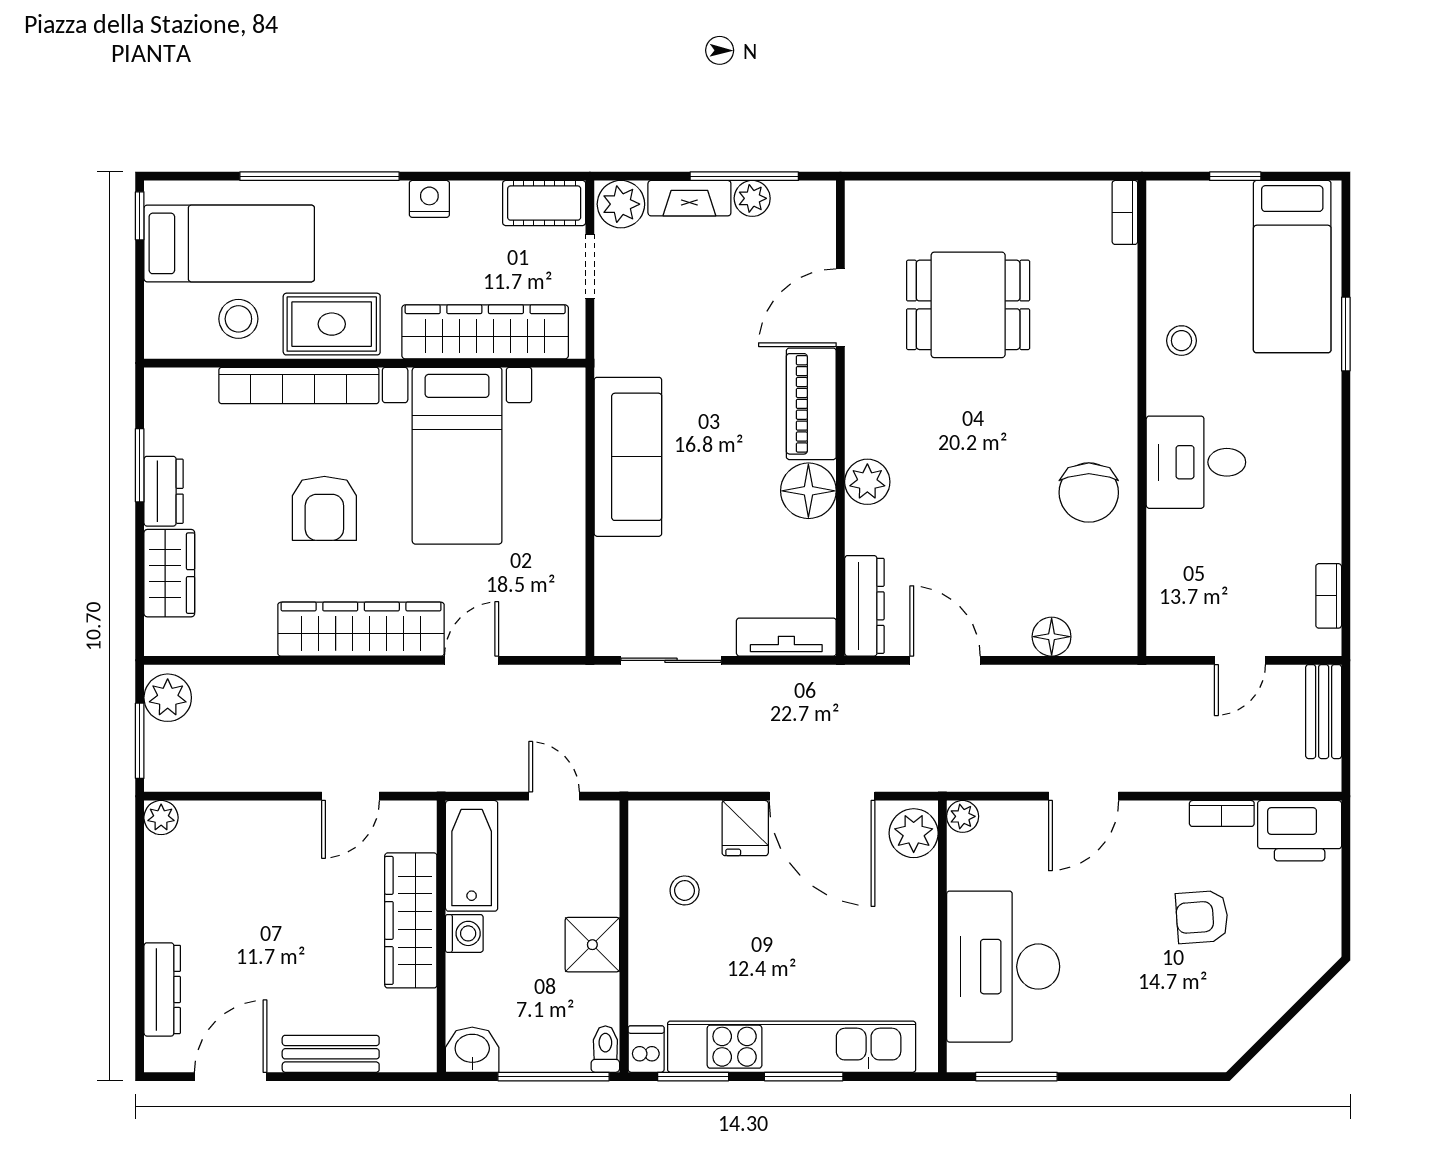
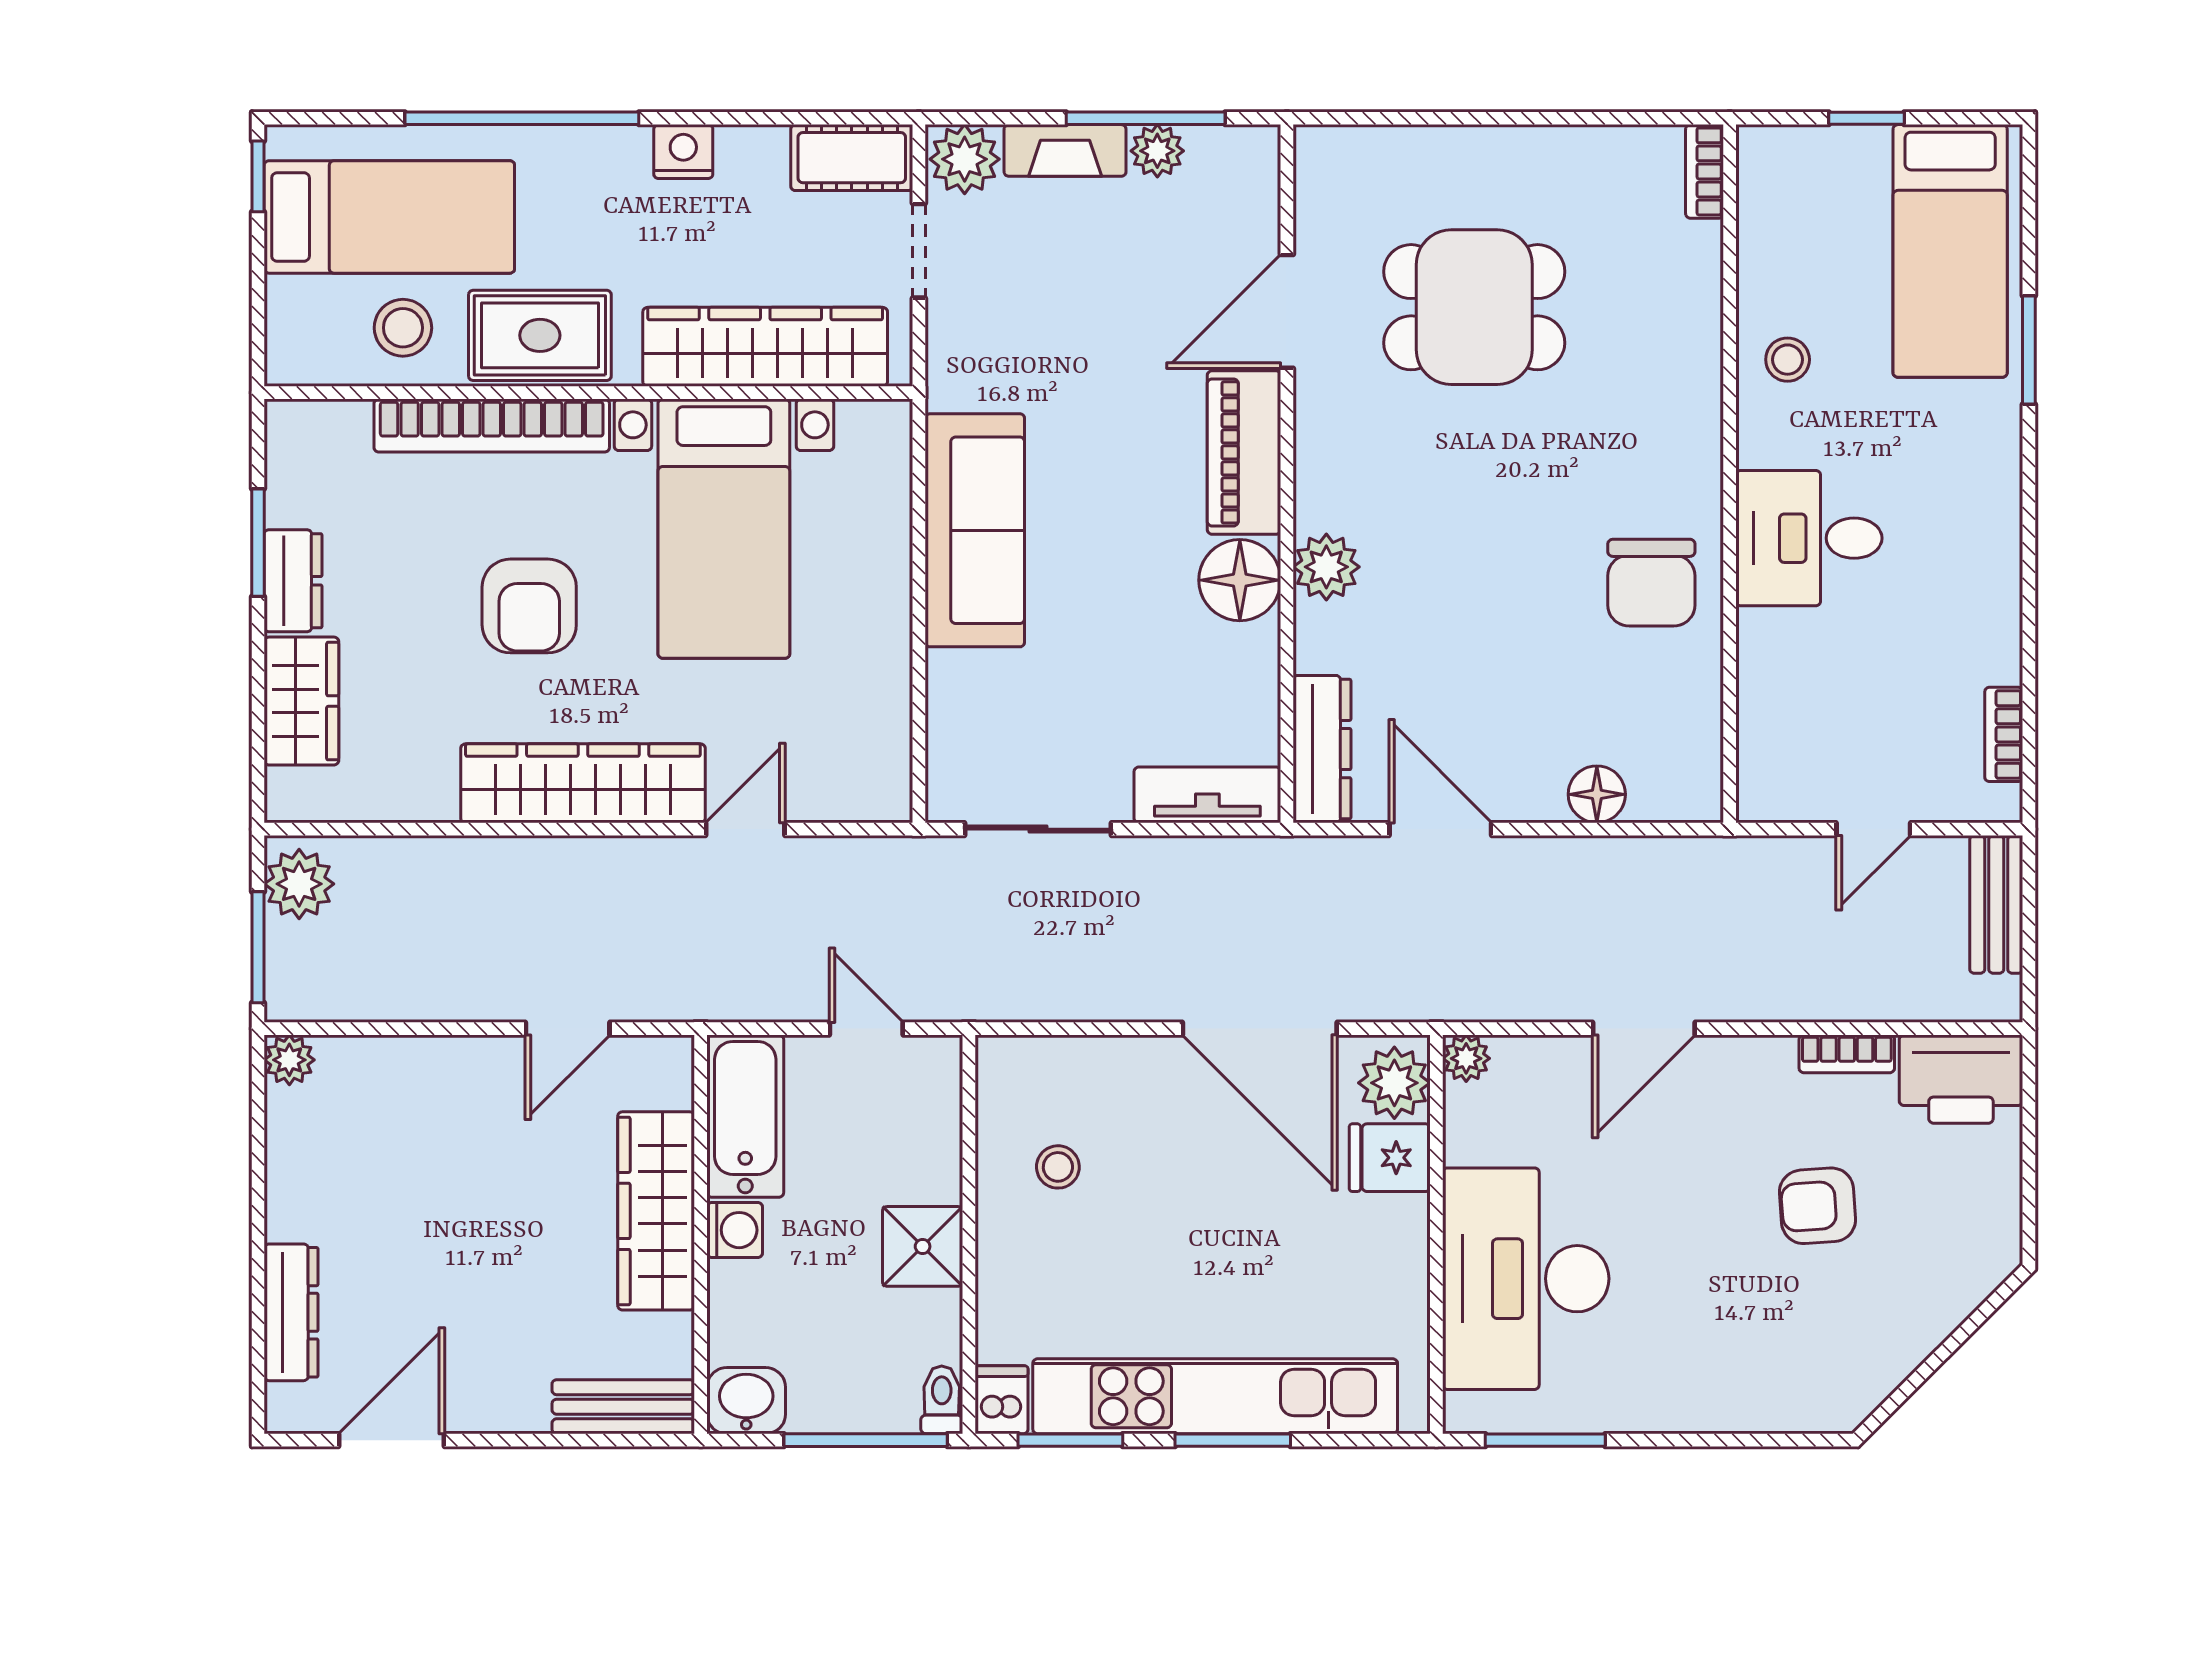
fridge: (745, 828) -> (1390, 1158), moved, turned 90
bench: (331, 1054) -> (623, 1407), moved

